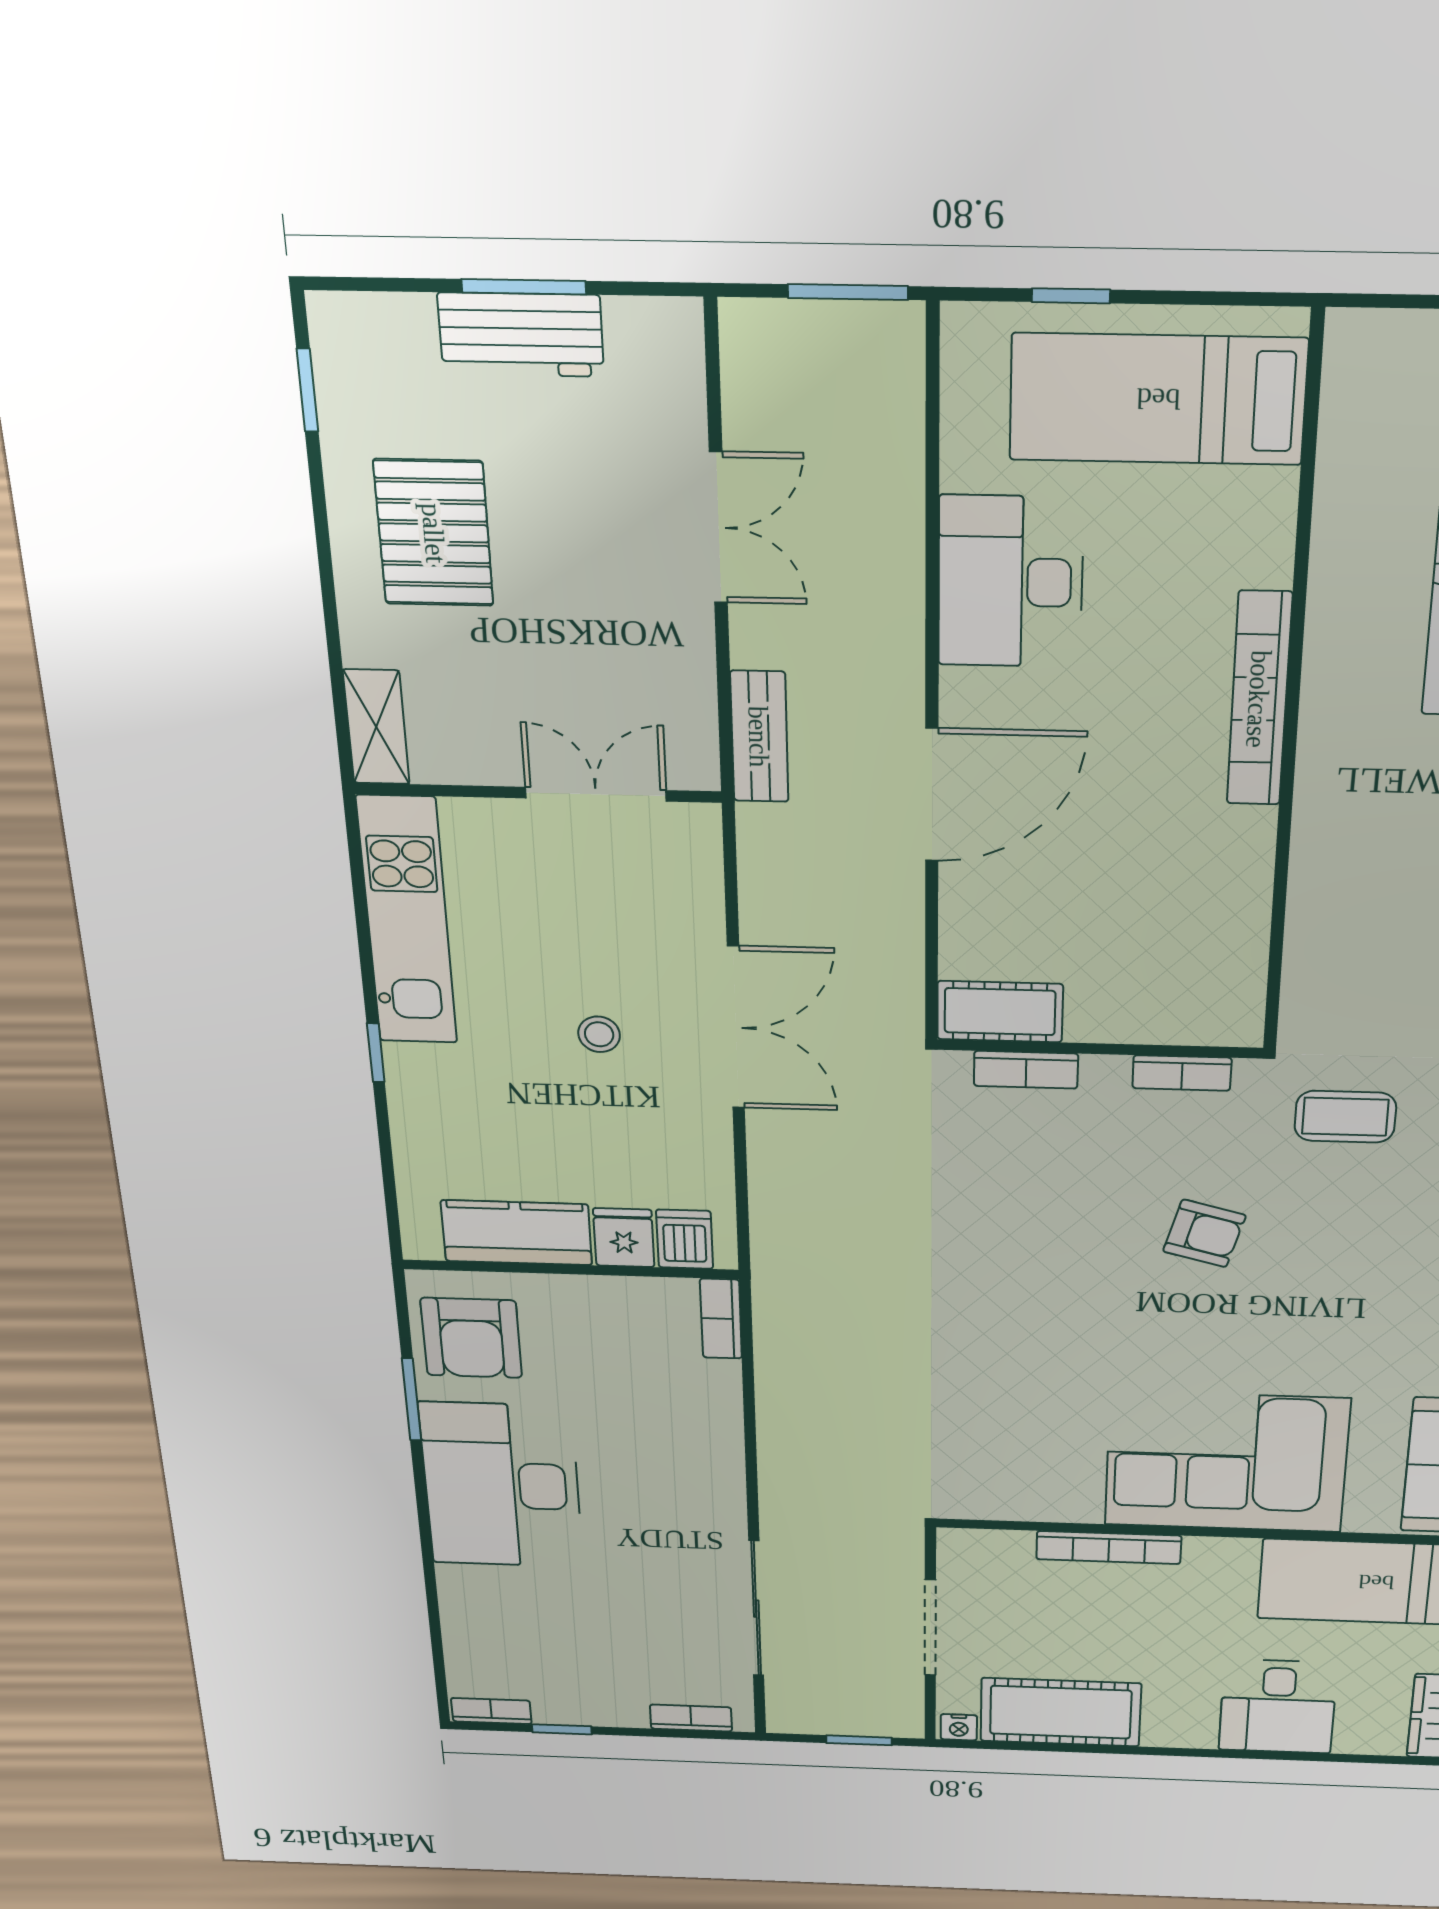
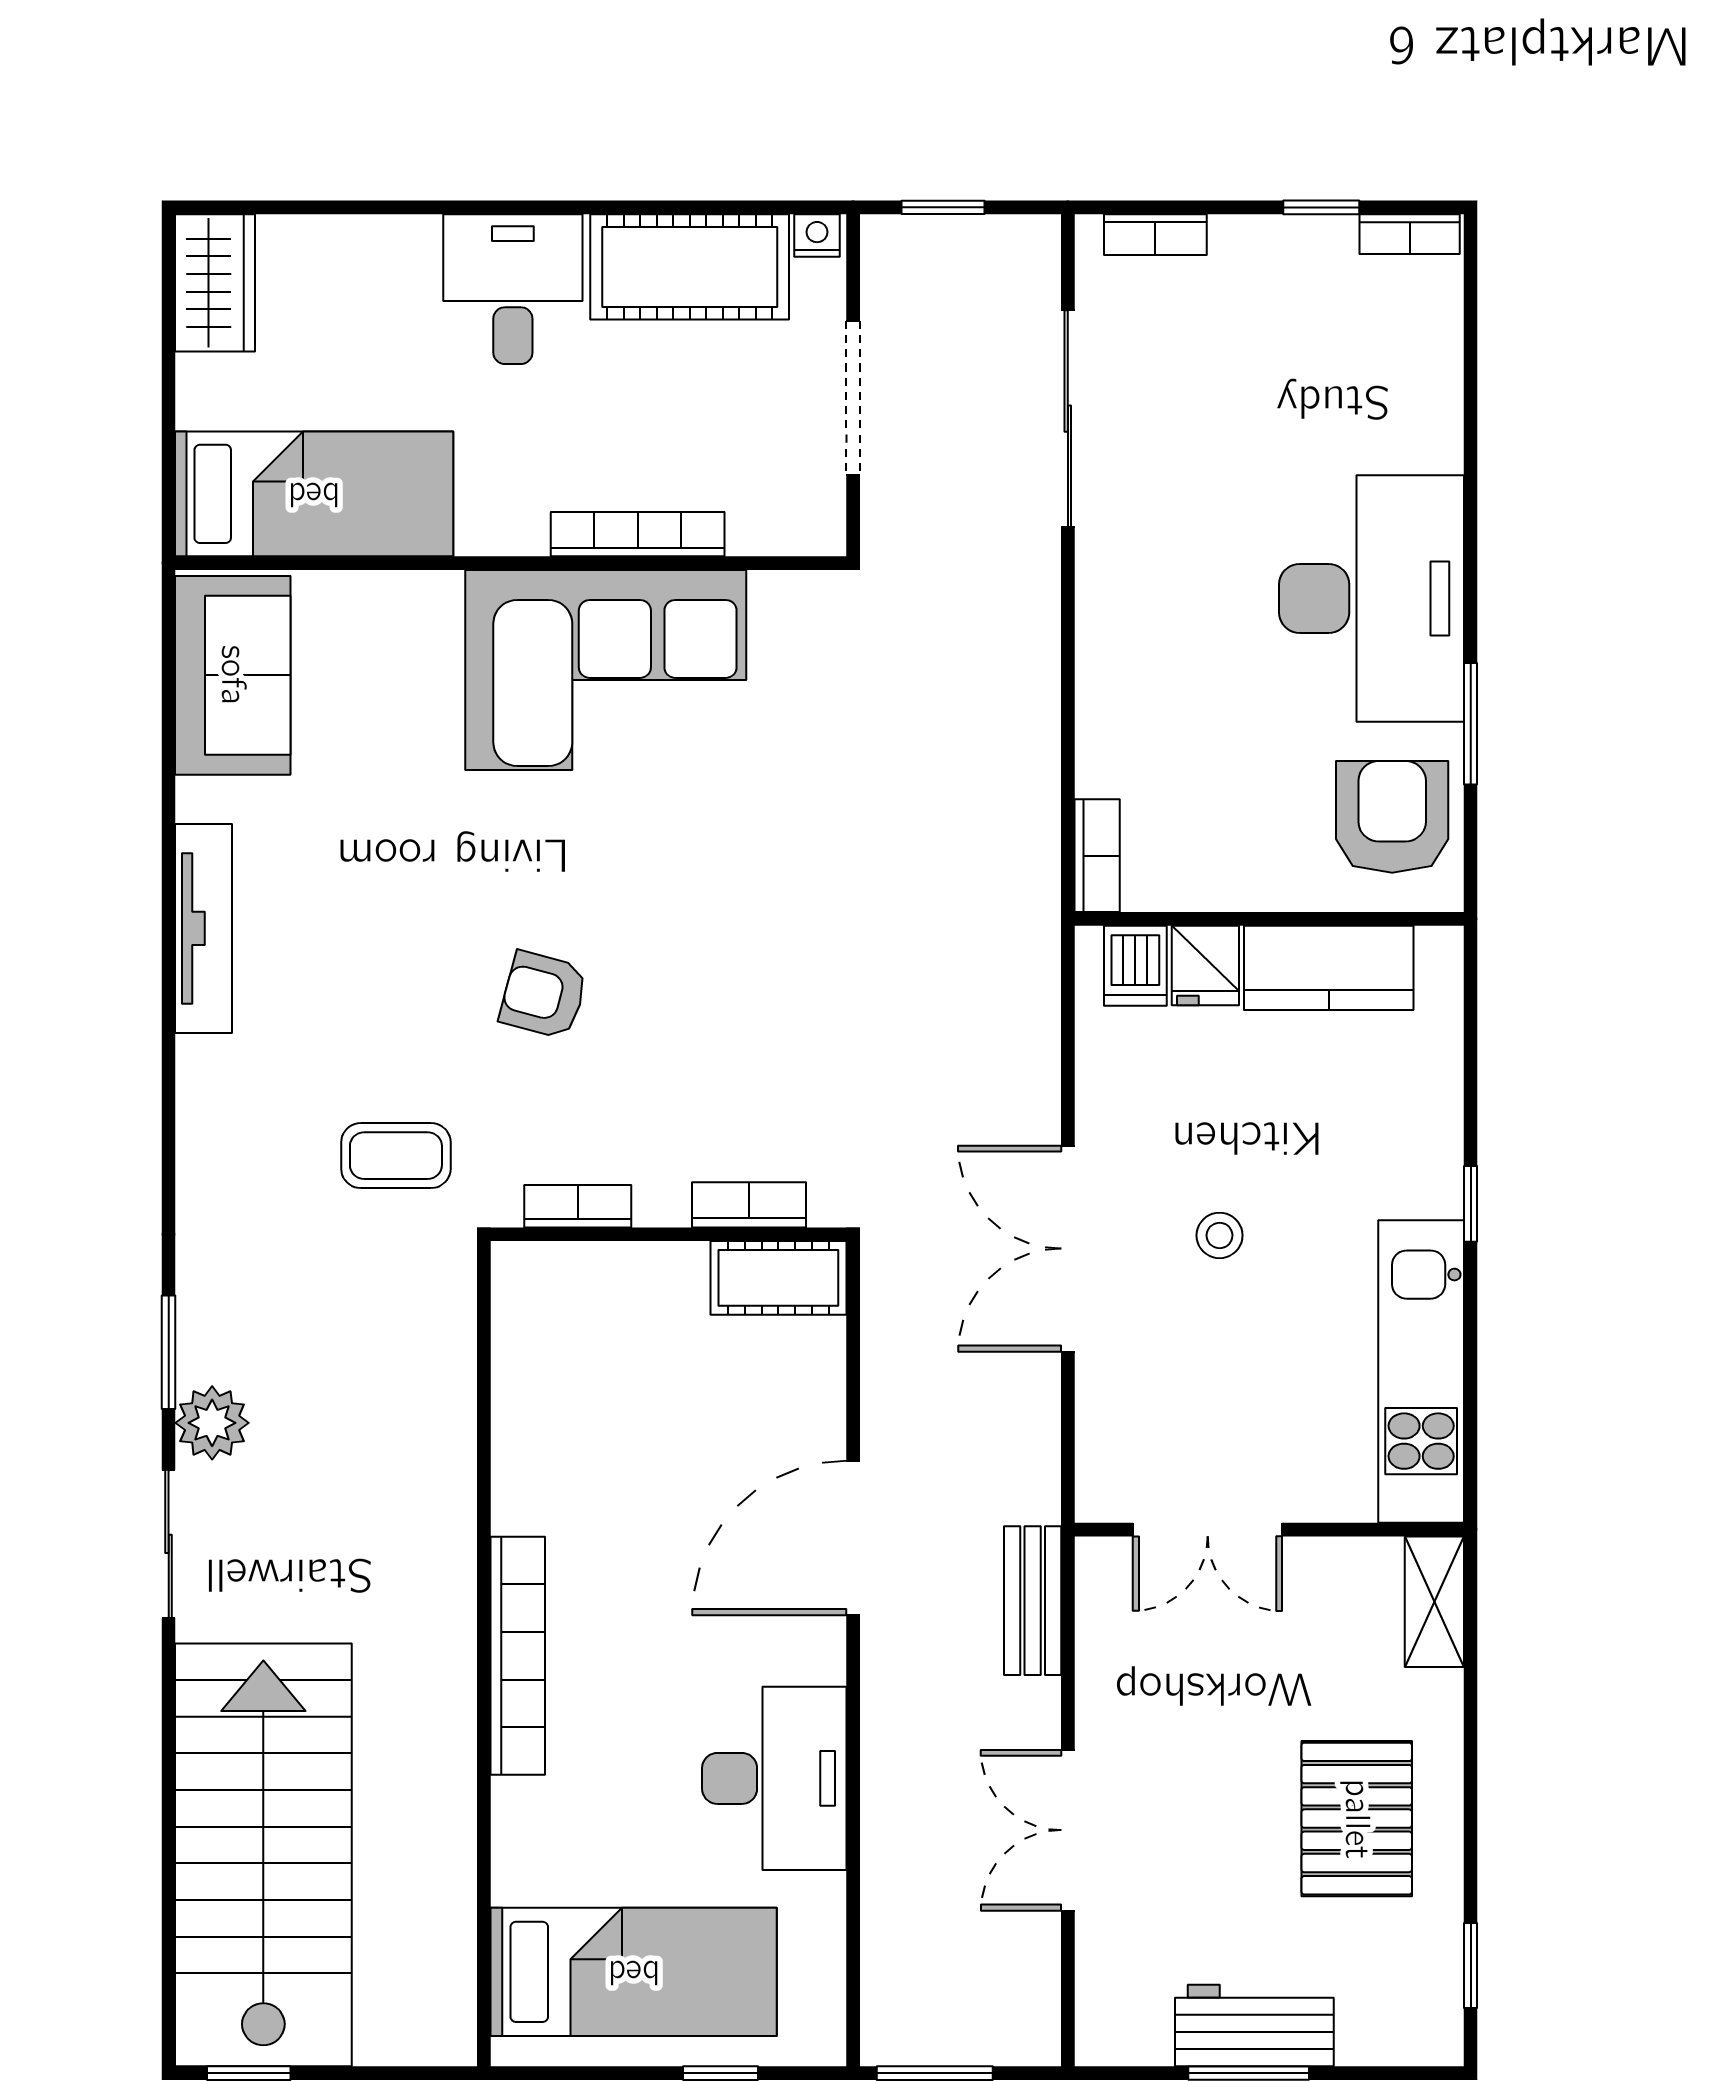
corner sofa: (1226, 1462) -> (606, 670), moved
desk: (1278, 1707) -> (513, 289), moved

